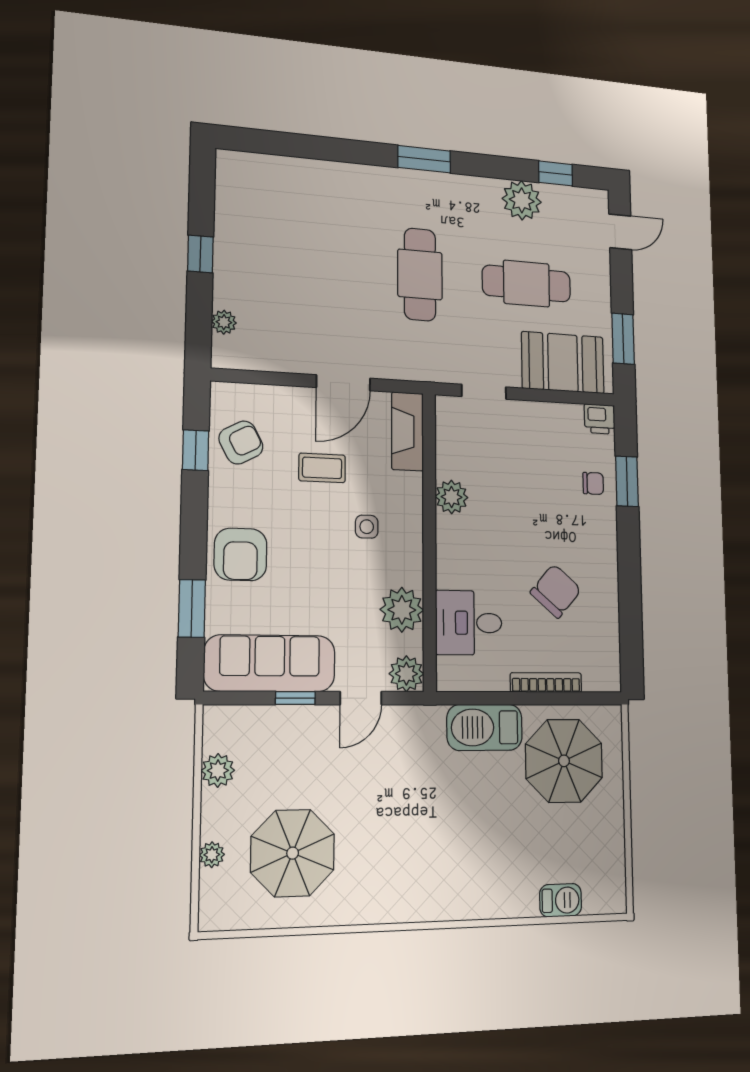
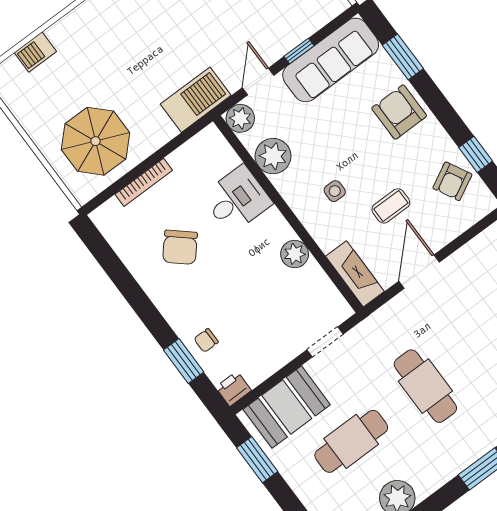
desk: (469, 623) -> (237, 200), moved
barbecue: (485, 727) -> (196, 100), moved

